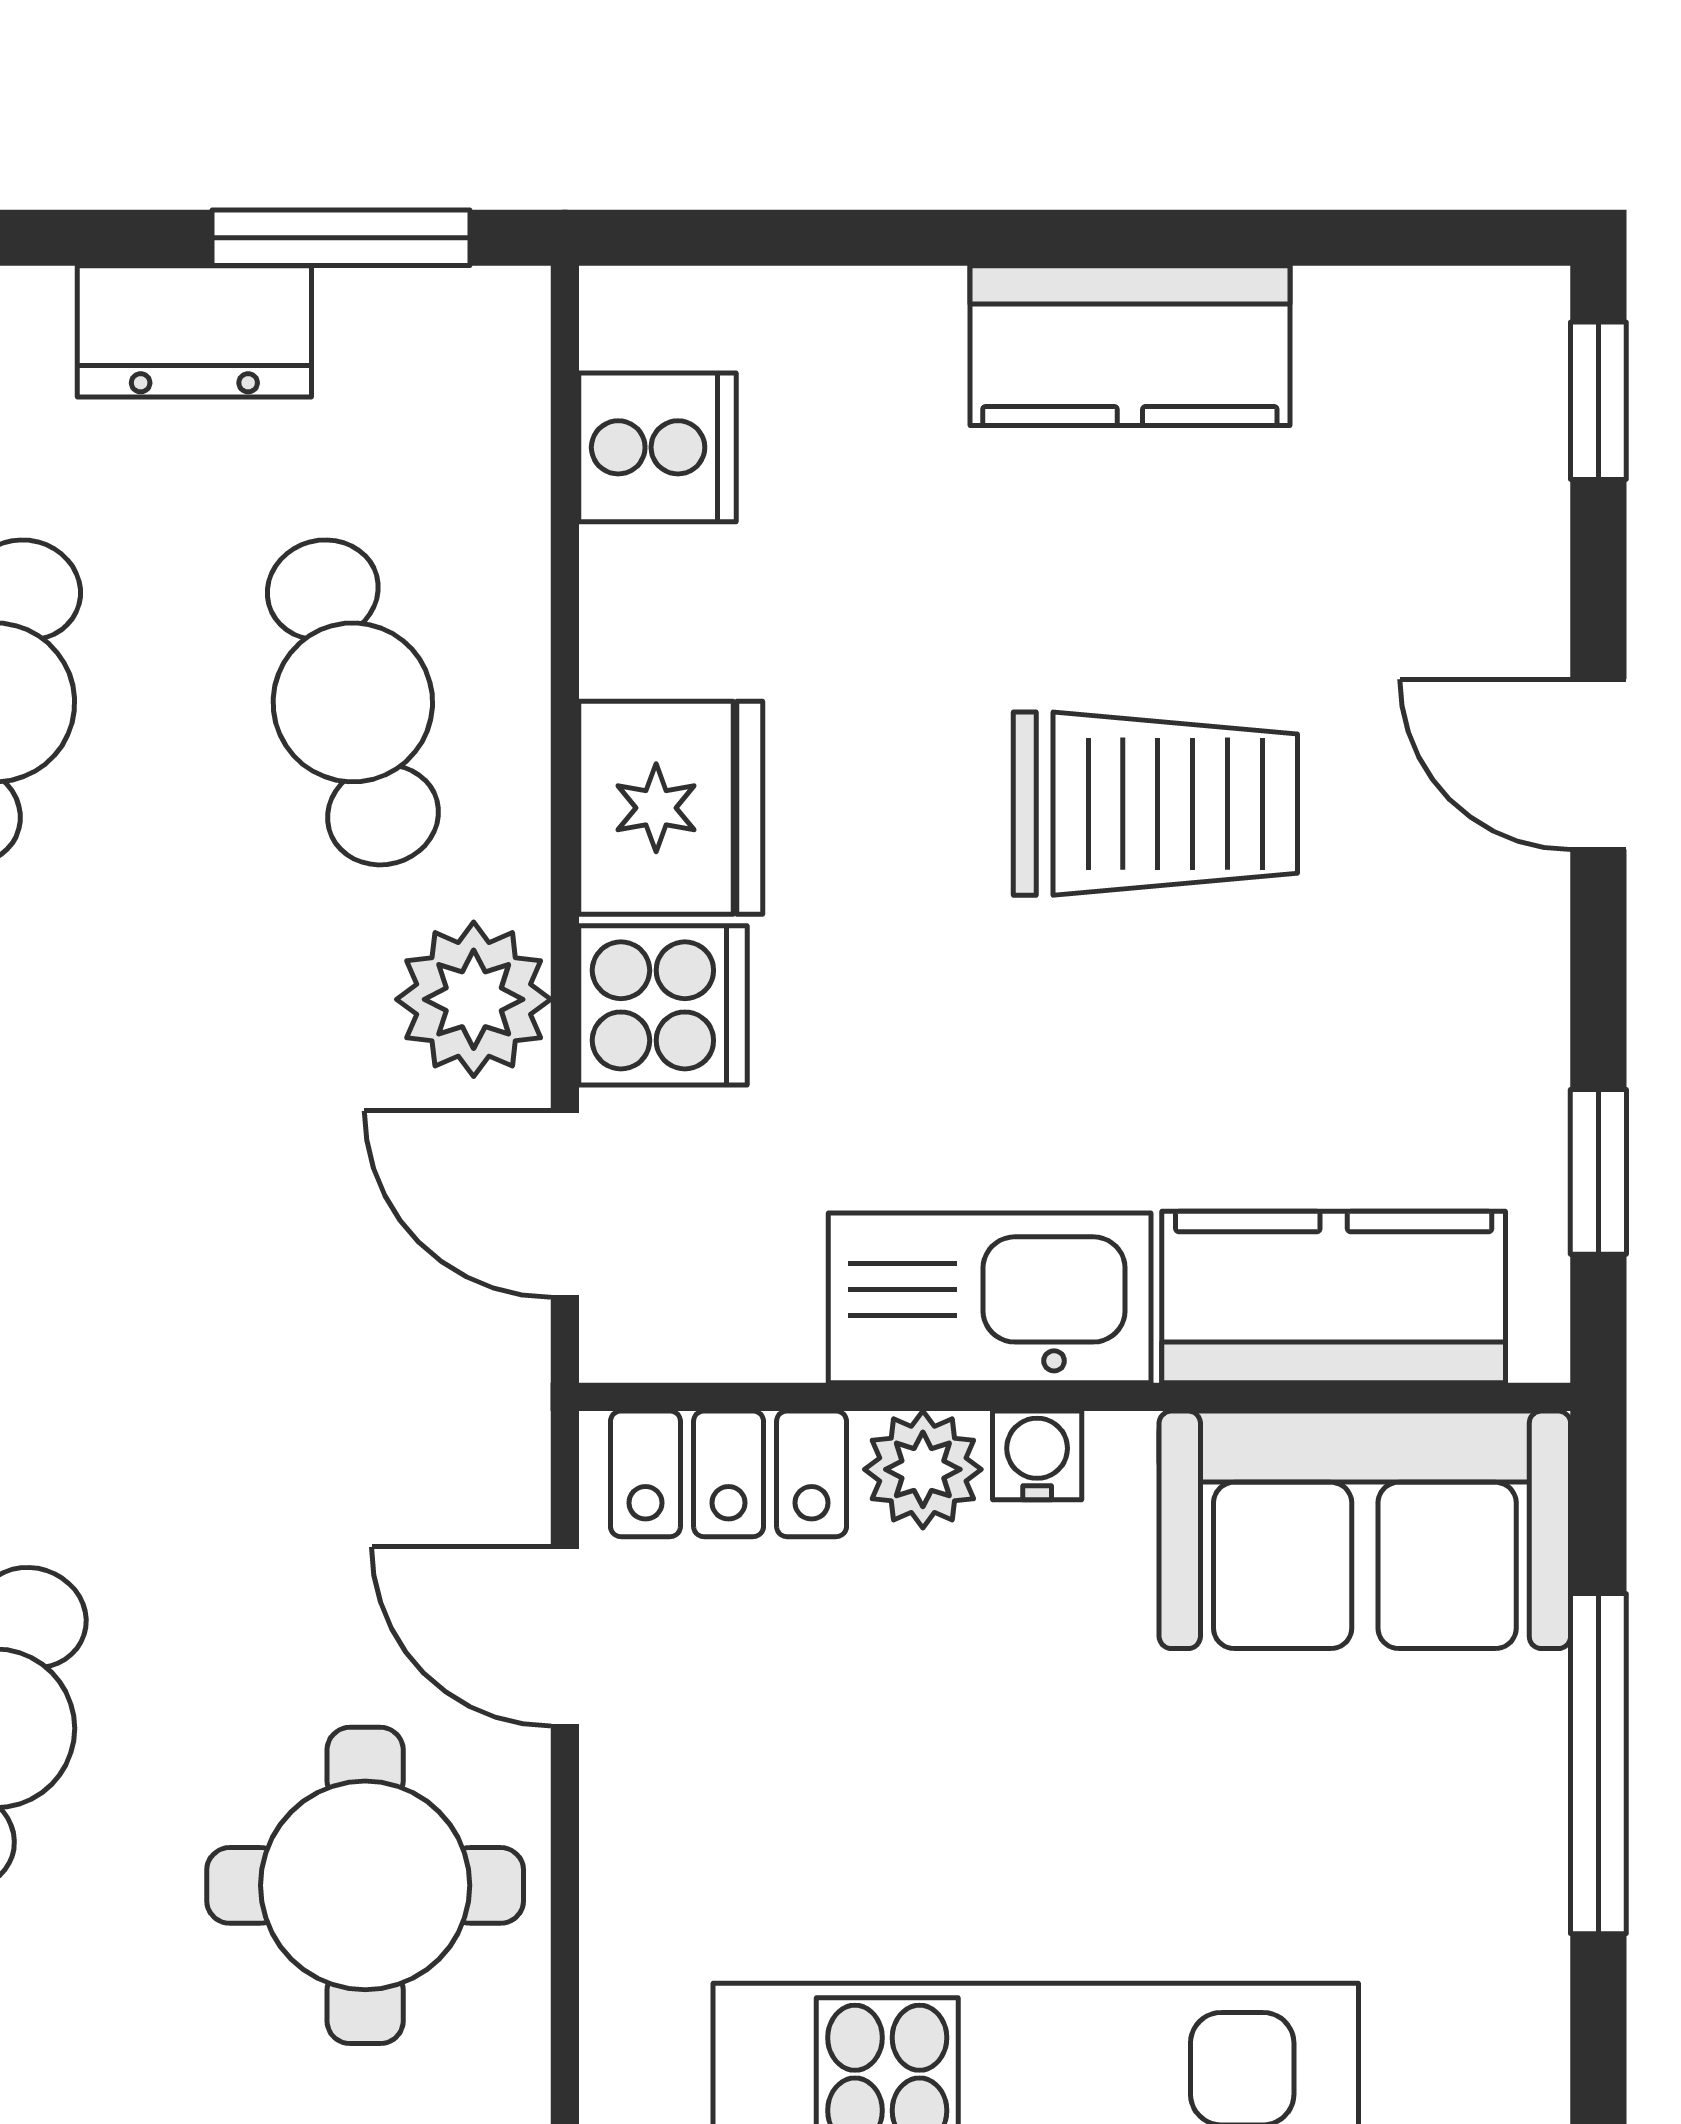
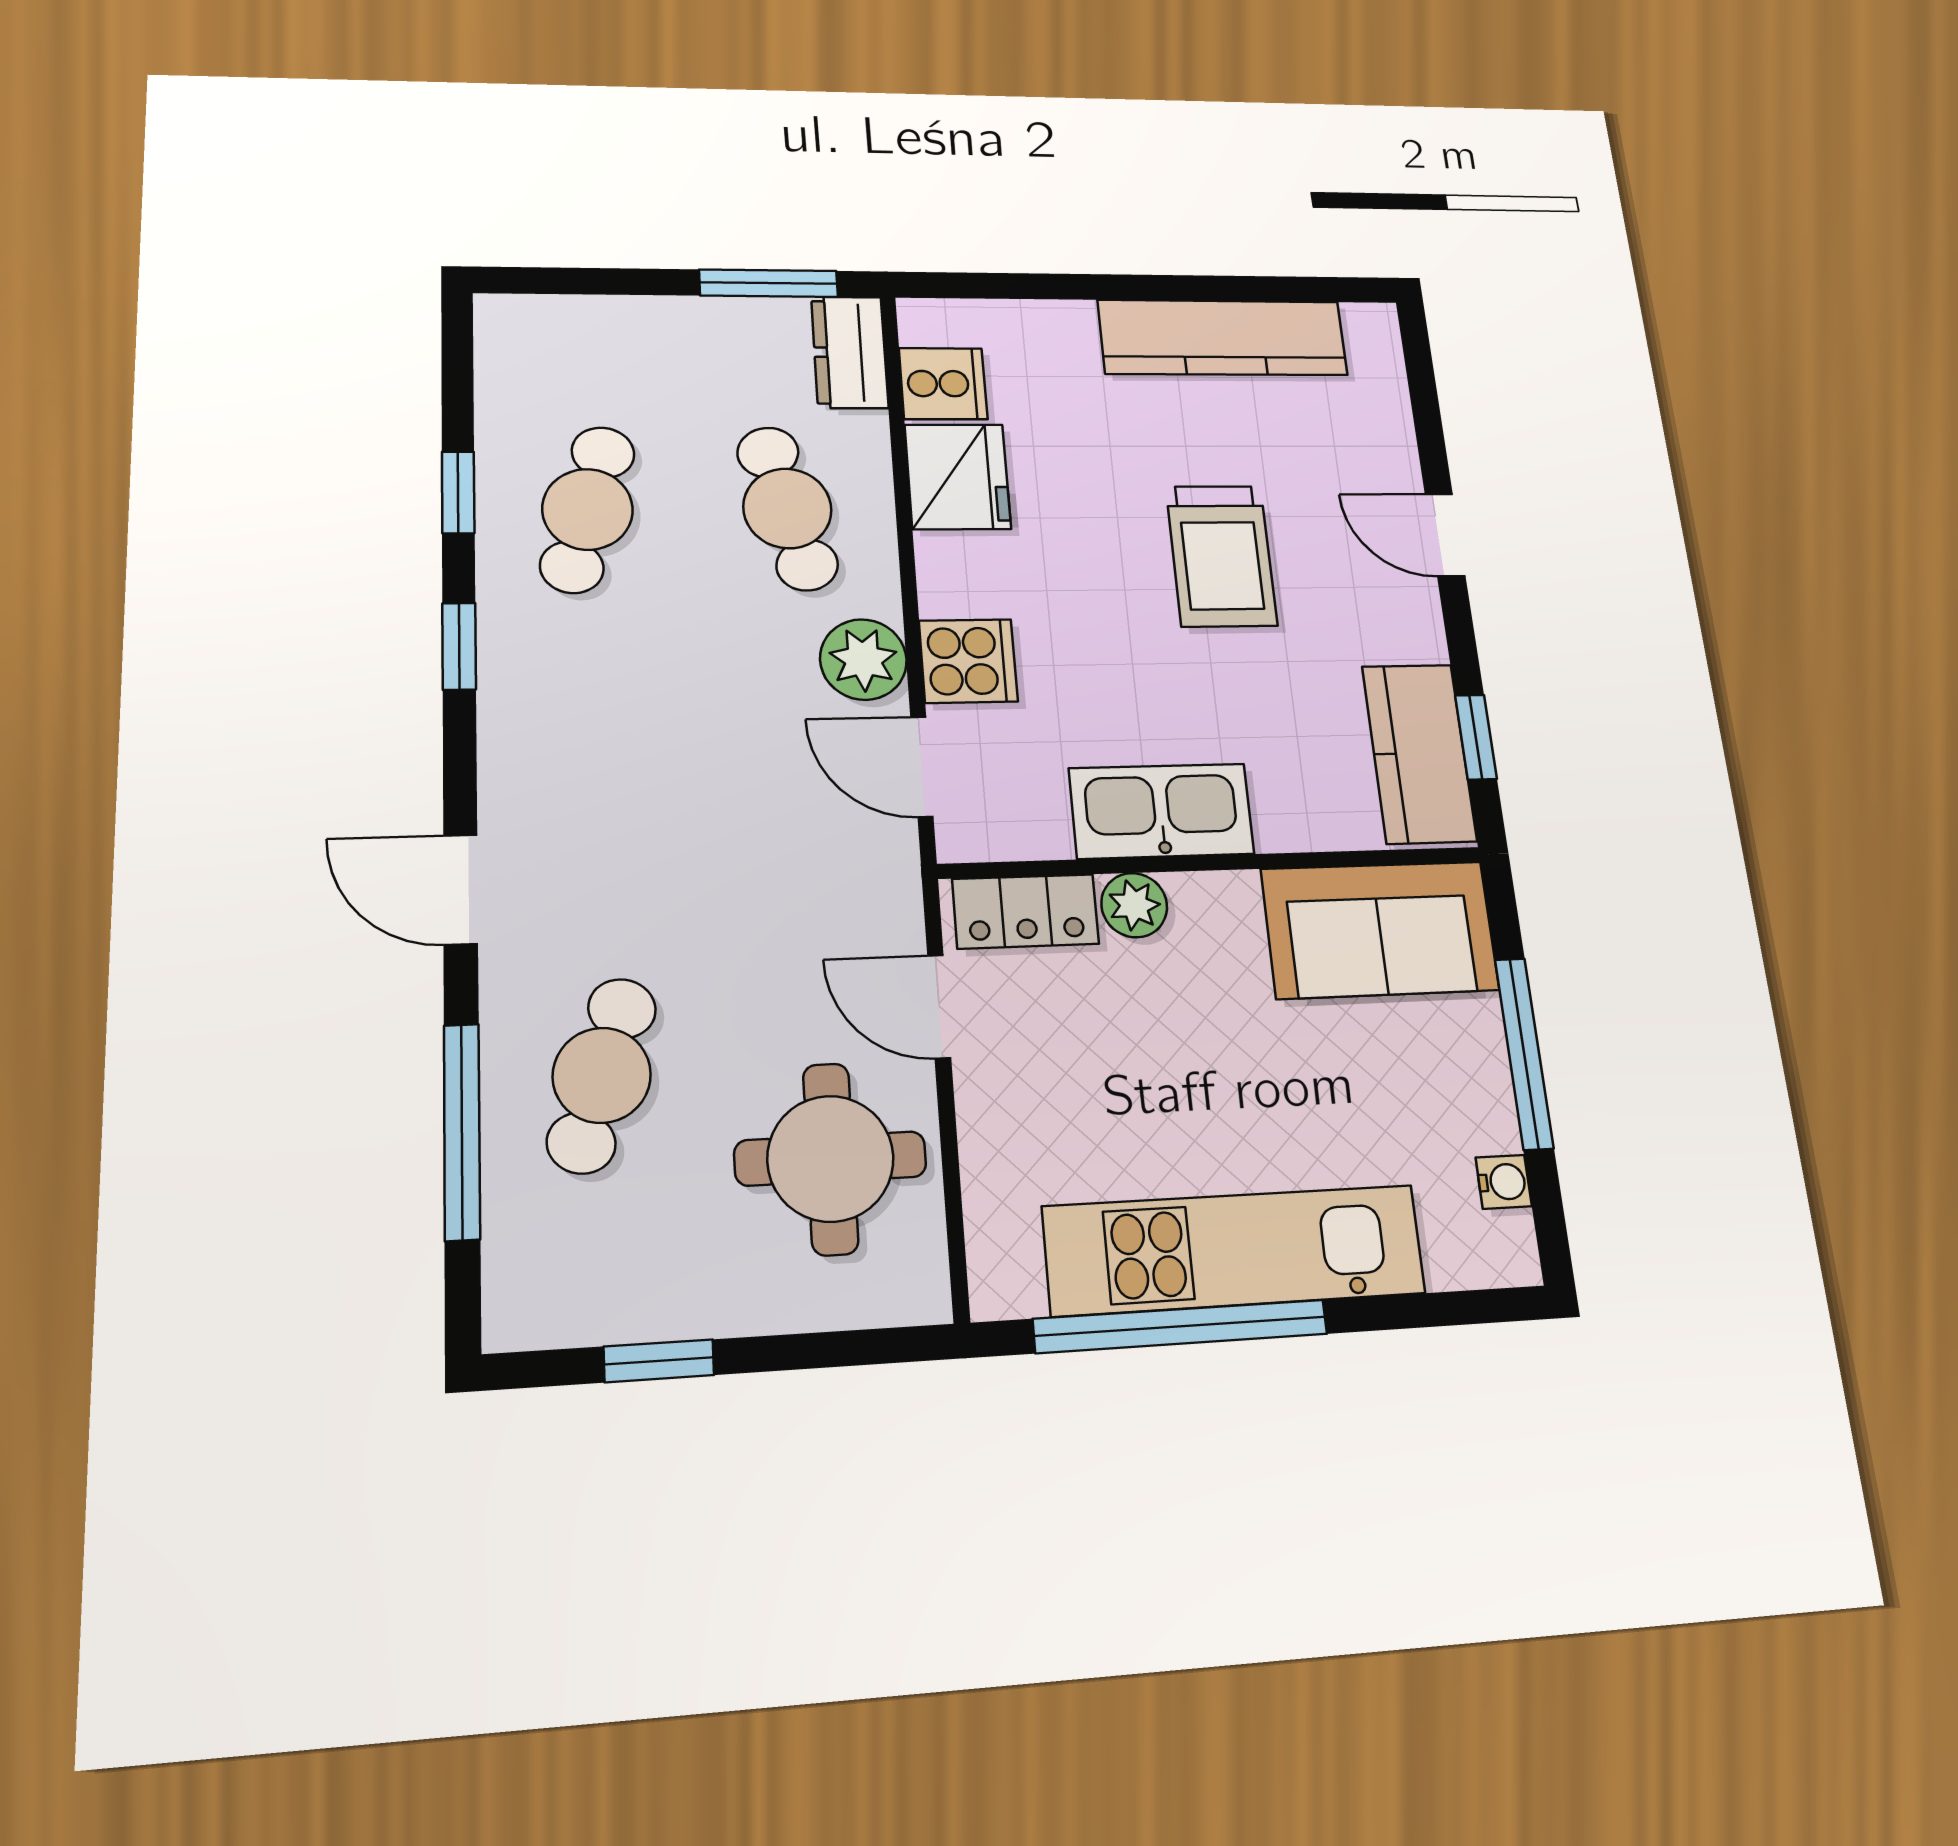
dresser: (194, 331) -> (850, 352), moved, turned 90
kitchen counter: (1130, 346) -> (1223, 338), width x1.50
window: (1598, 401) -> (1419, 364), removed
trolley: (1155, 804) -> (1221, 556), turned 90
fridge: (671, 808) -> (958, 477), moved
kitchen counter: (1334, 1297) -> (1419, 753), moved, turned -90
water cooler: (1037, 1455) -> (1504, 1182), moved, turned 90

